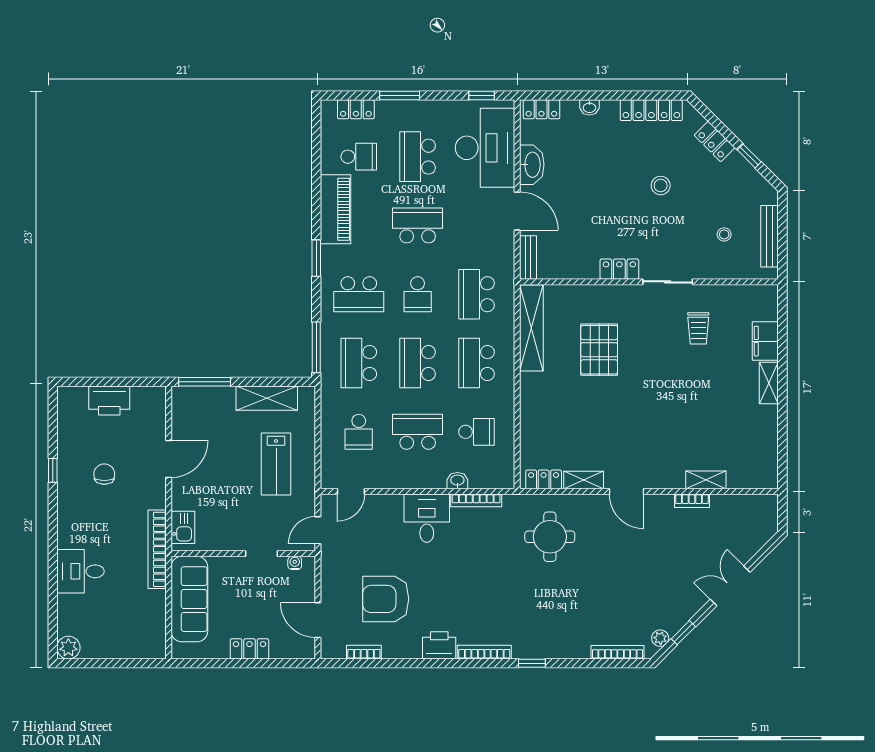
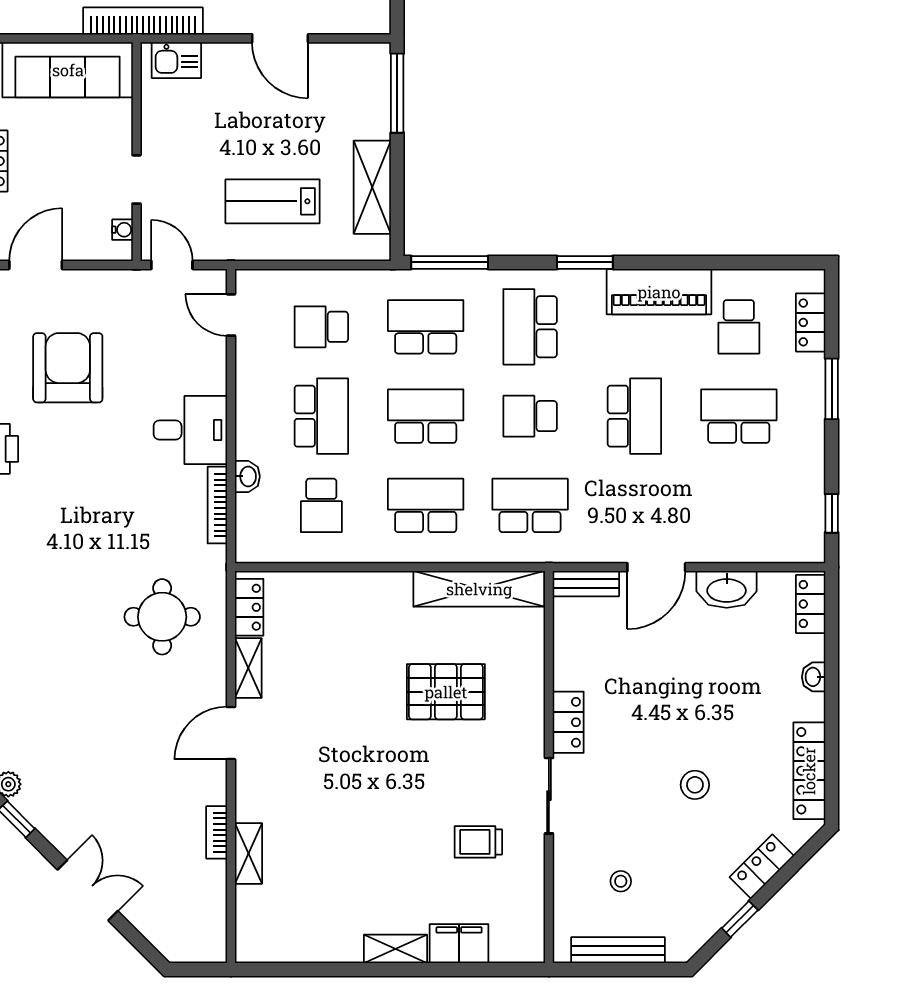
desk: (485, 148) -> (752, 518), removed

